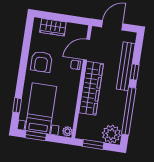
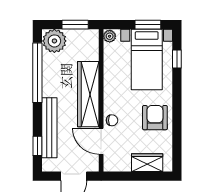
door: (87, 50) -> (101, 141), swing flipped
window: (135, 72) -> (37, 146), moved

